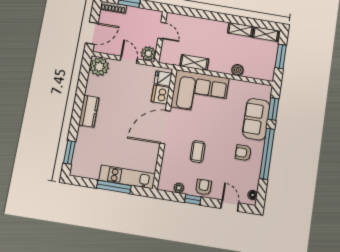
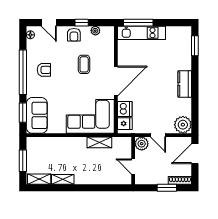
boiler: (238, 70) -> (60, 142), removed
sofa: (256, 119) -> (37, 115), moved
window: (114, 187) -> (138, 23), moved

